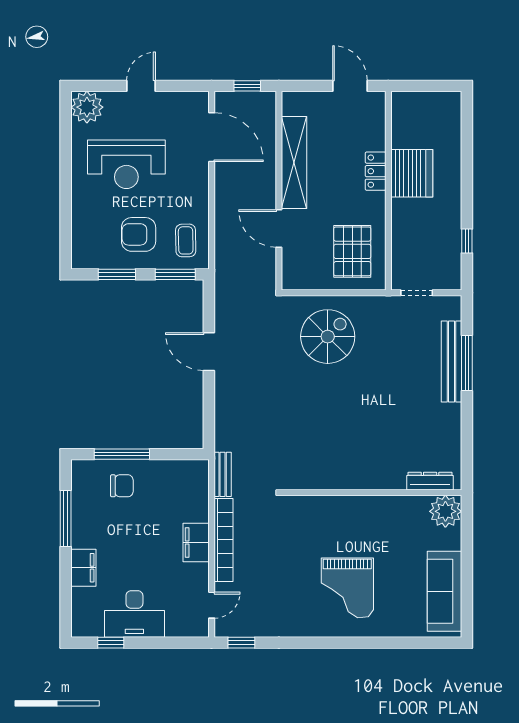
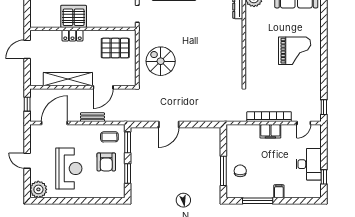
bench: (223, 474) -> (92, 117), moved
filing cabinet: (83, 568) -> (279, 191), width x0.50
door: (212, 605) -> (304, 123), swing flipped

